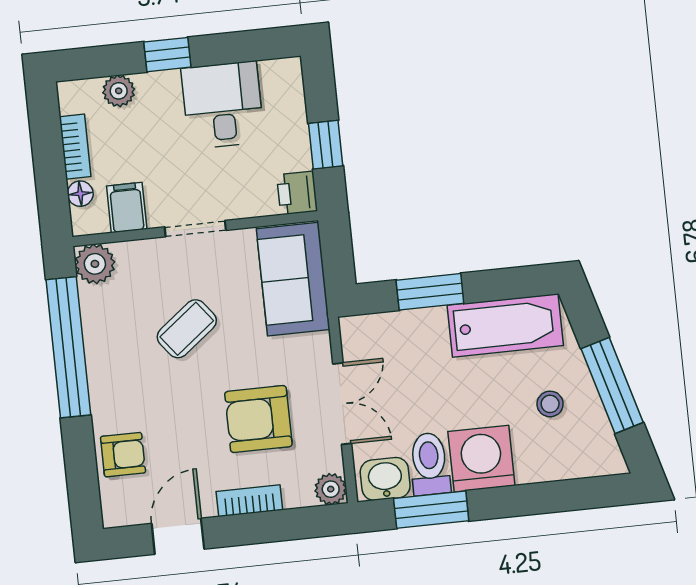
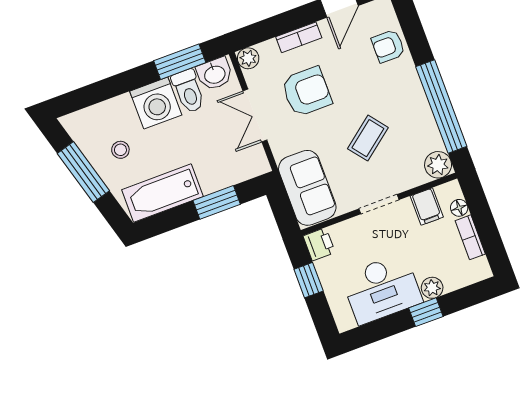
plant: (119, 91) -> (432, 288), moved
desk: (223, 105) -> (382, 289), width x1.37

